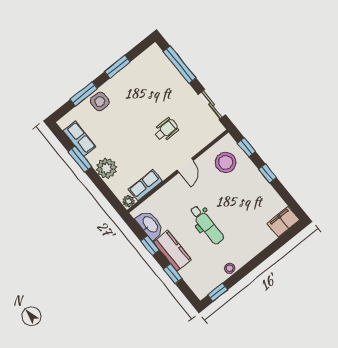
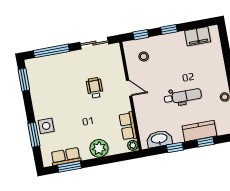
window: (117, 67) -> (24, 80), moved
window: (80, 159) -> (70, 167), moved
stool: (226, 162) -> (144, 56), width x0.53, depth x0.53
filing cabinet: (283, 222) -> (198, 36), moved, turned -90
kitchen counter: (172, 251) -> (199, 131), moved

